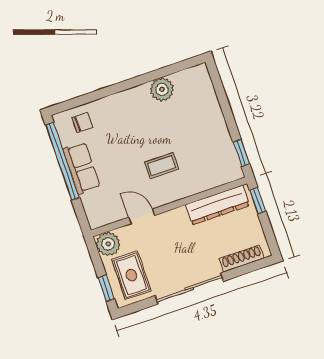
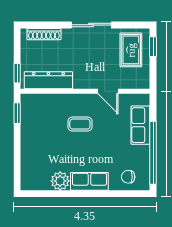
row of seats: (127, 101) -> (89, 181), added
row of seats: (82, 168) -> (140, 125), moved
plant: (108, 244) -> (140, 79), removed
sliding door: (189, 289) -> (91, 25), width x0.73

